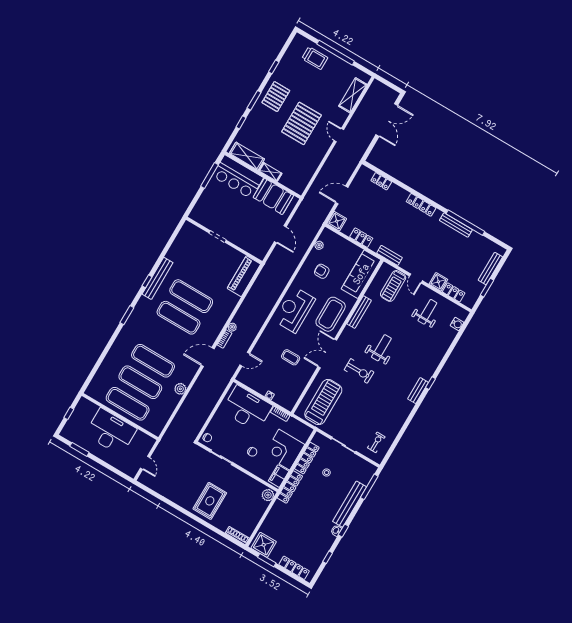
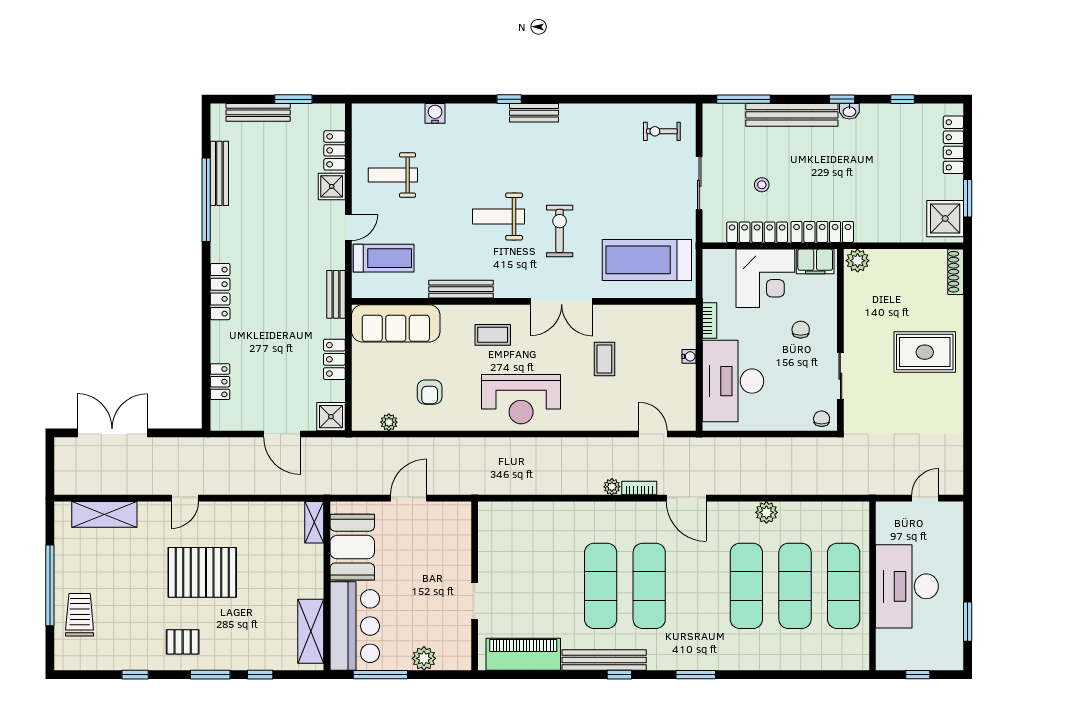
pallet: (276, 97) -> (183, 642), width x0.67, depth x0.71
shelving: (270, 172) -> (314, 522), moved
plant: (205, 199) -> (424, 658), added
bench: (456, 225) -> (219, 173), moved
piano: (244, 276) -> (523, 654), moved, turned 180
coffee table: (331, 314) -> (493, 335), width x0.54, depth x0.58
water cooler: (457, 324) -> (435, 113), moved

